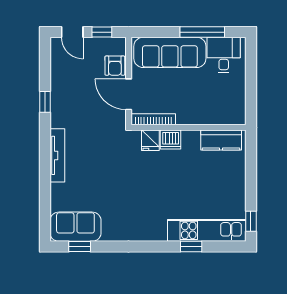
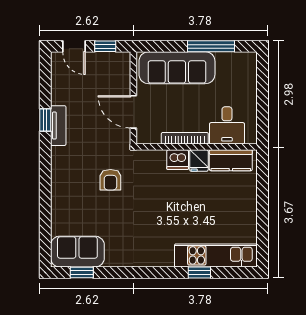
desk: (224, 55) -> (227, 125), moved, turned 180
armchair: (115, 66) -> (110, 180), moved
bookcase: (153, 119) -> (185, 138), moved
fridge: (150, 140) -> (199, 160), moved
tv unit: (57, 155) -> (58, 126), moved, width x0.71
window: (251, 221) -> (262, 246), removed

